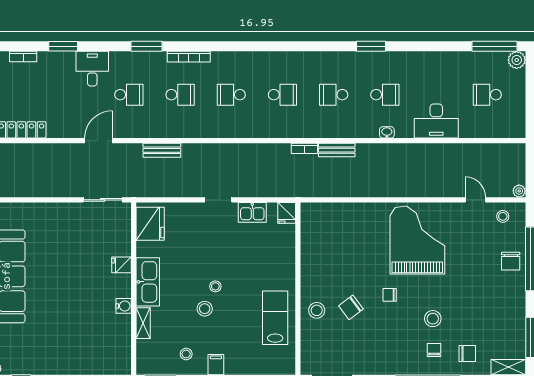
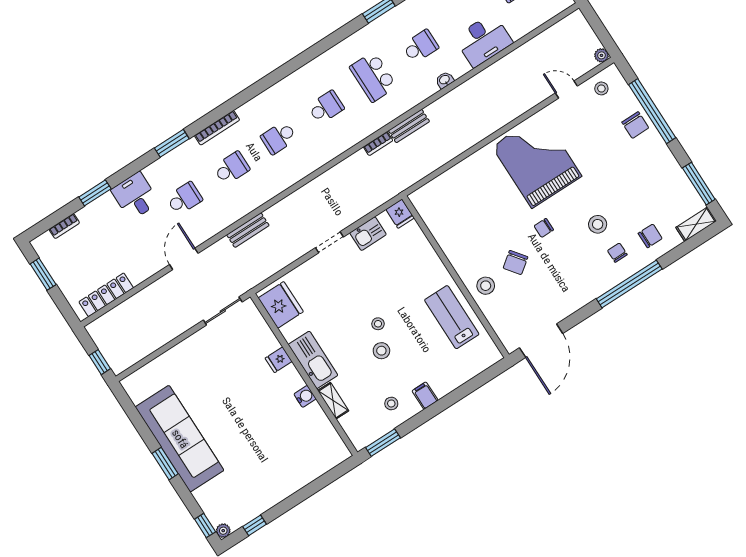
school desk: (334, 95) -> (373, 77), width x1.85

